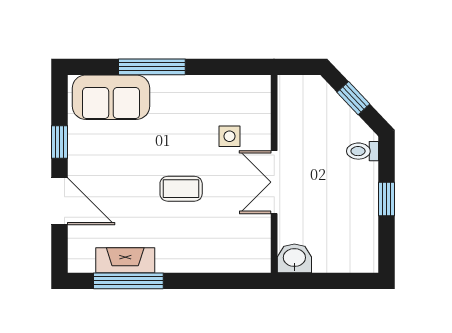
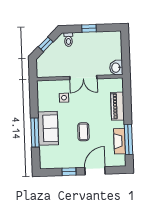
sofa: (111, 97) -> (48, 128), moved
coffee table: (181, 189) -> (83, 132), moved
piano: (206, 258) -> (118, 106), added

